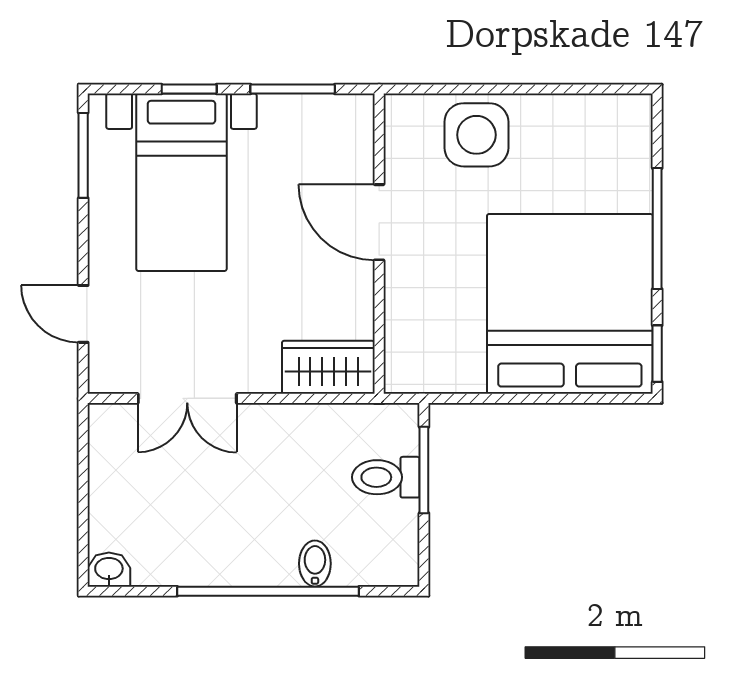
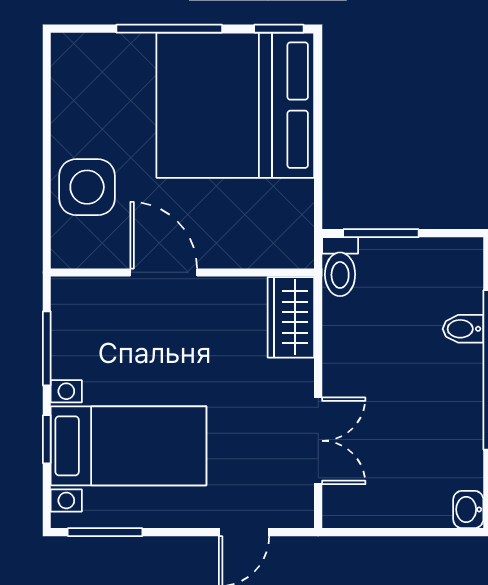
door: (379, 222) -> (164, 272), swing flipped
toilet: (386, 477) -> (340, 267), moved

